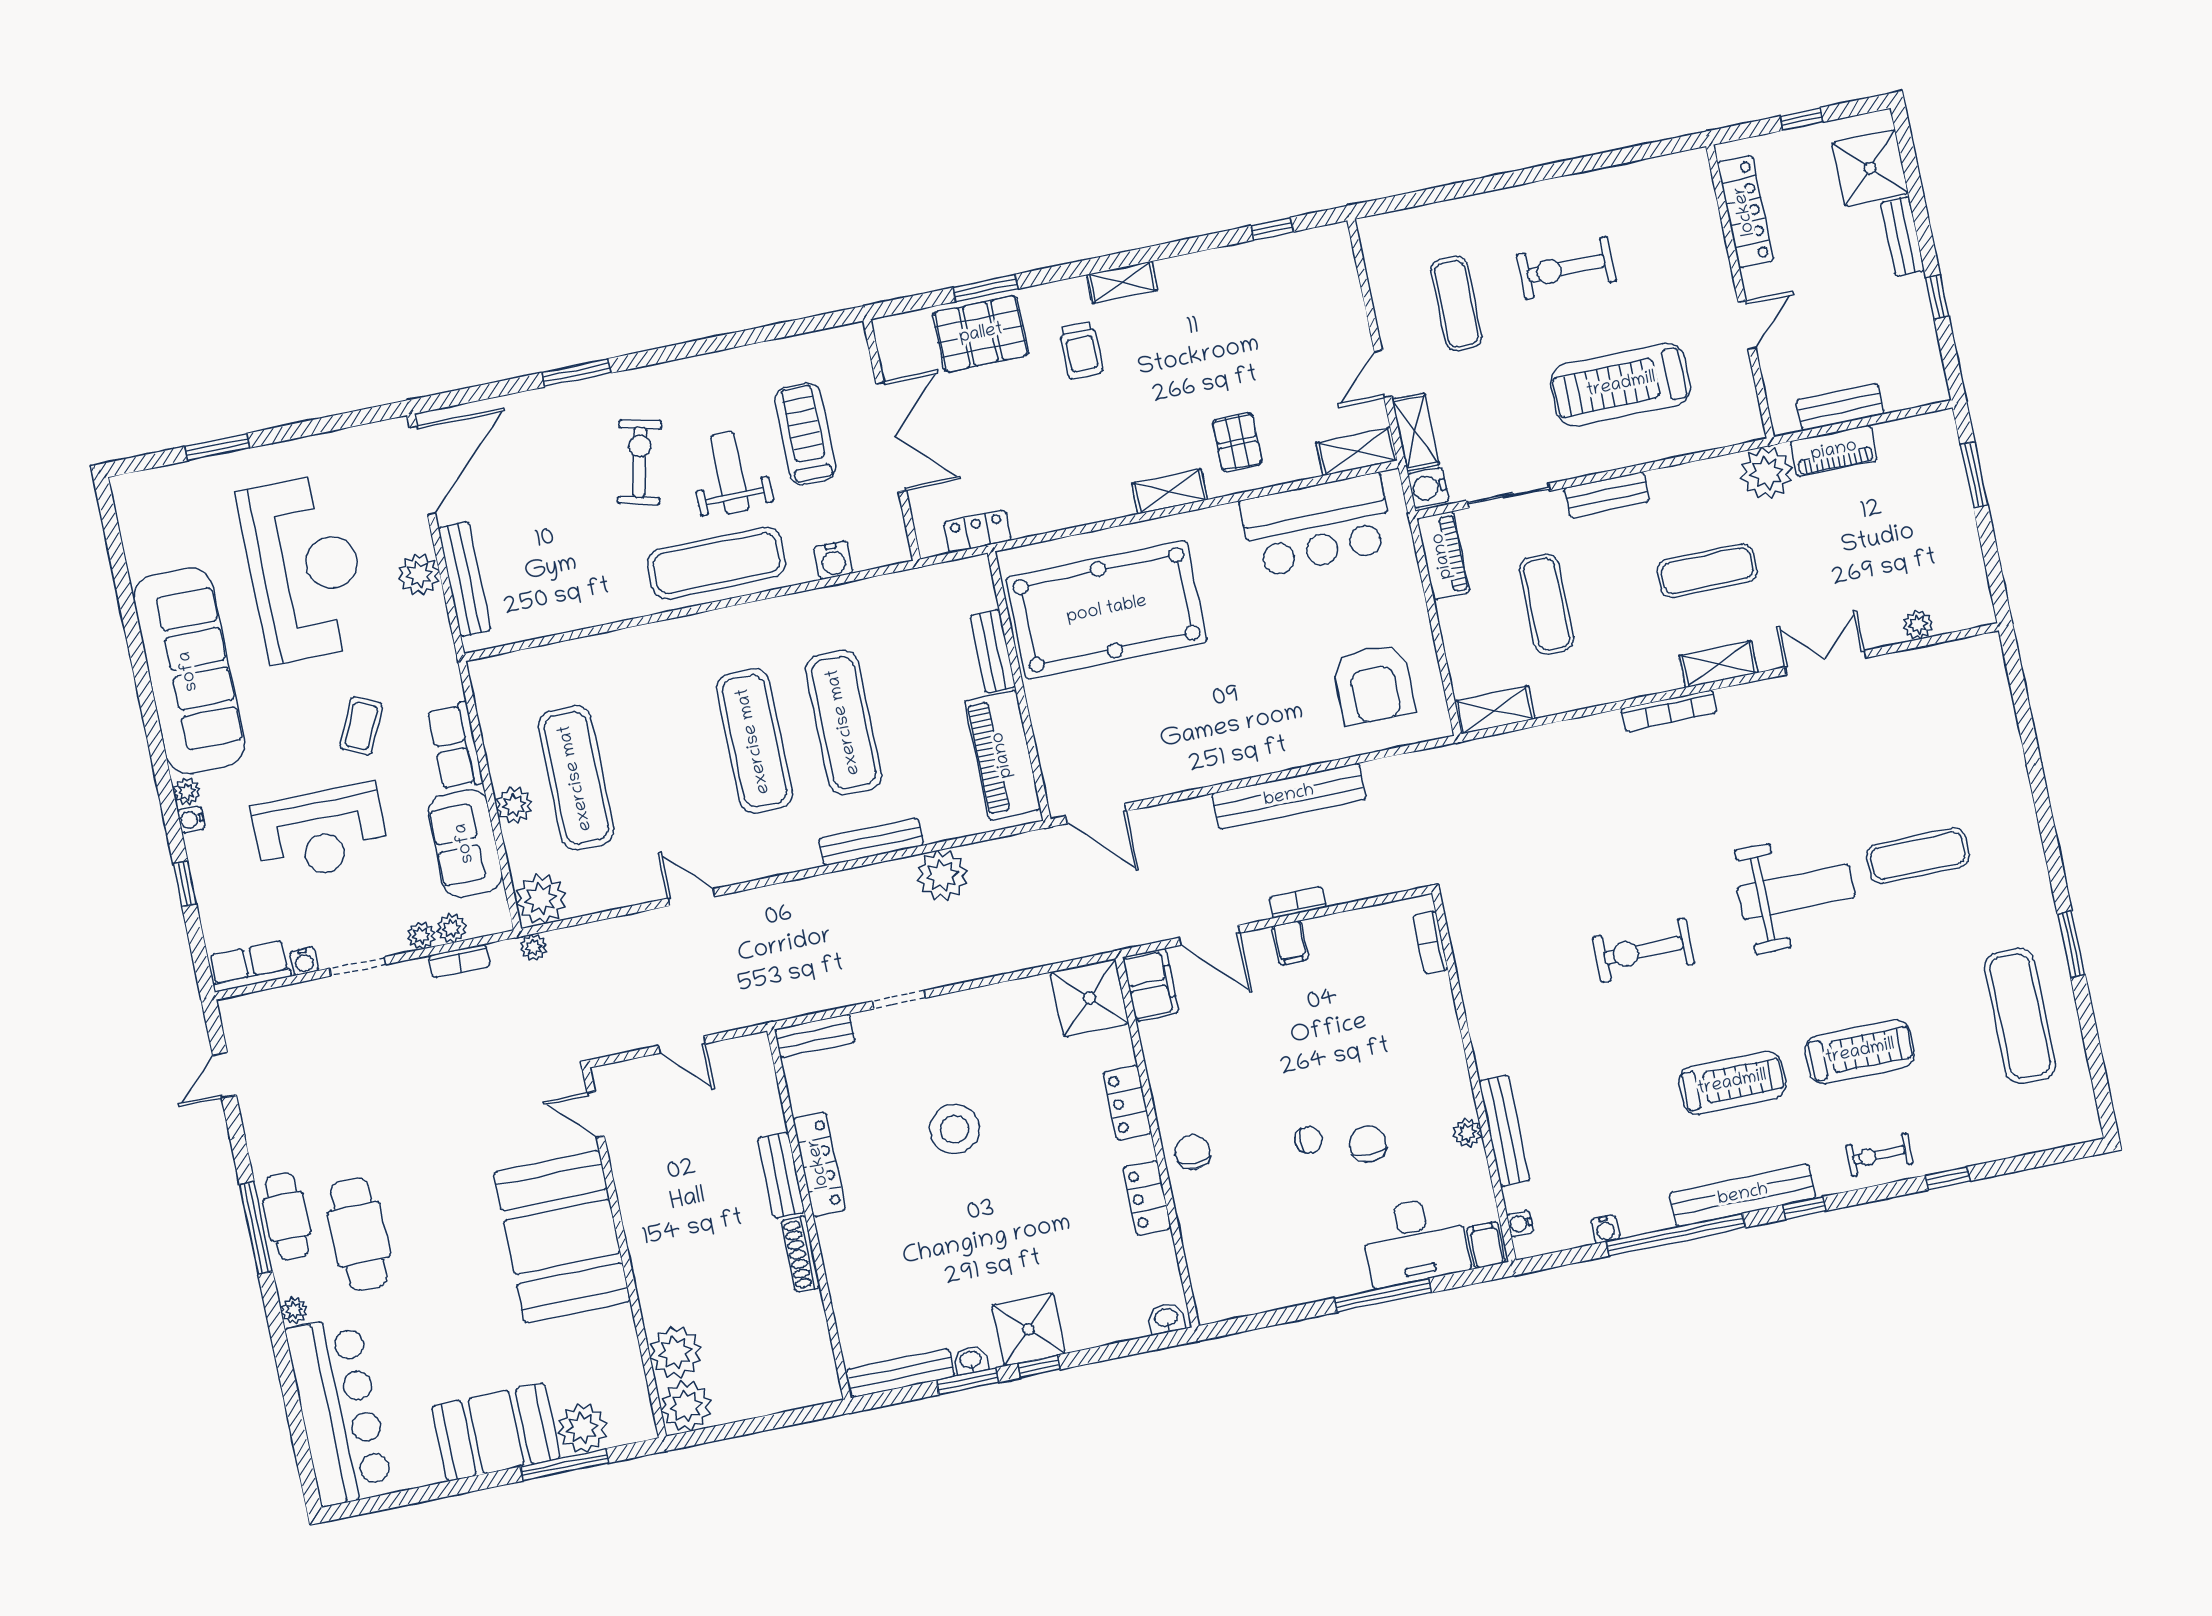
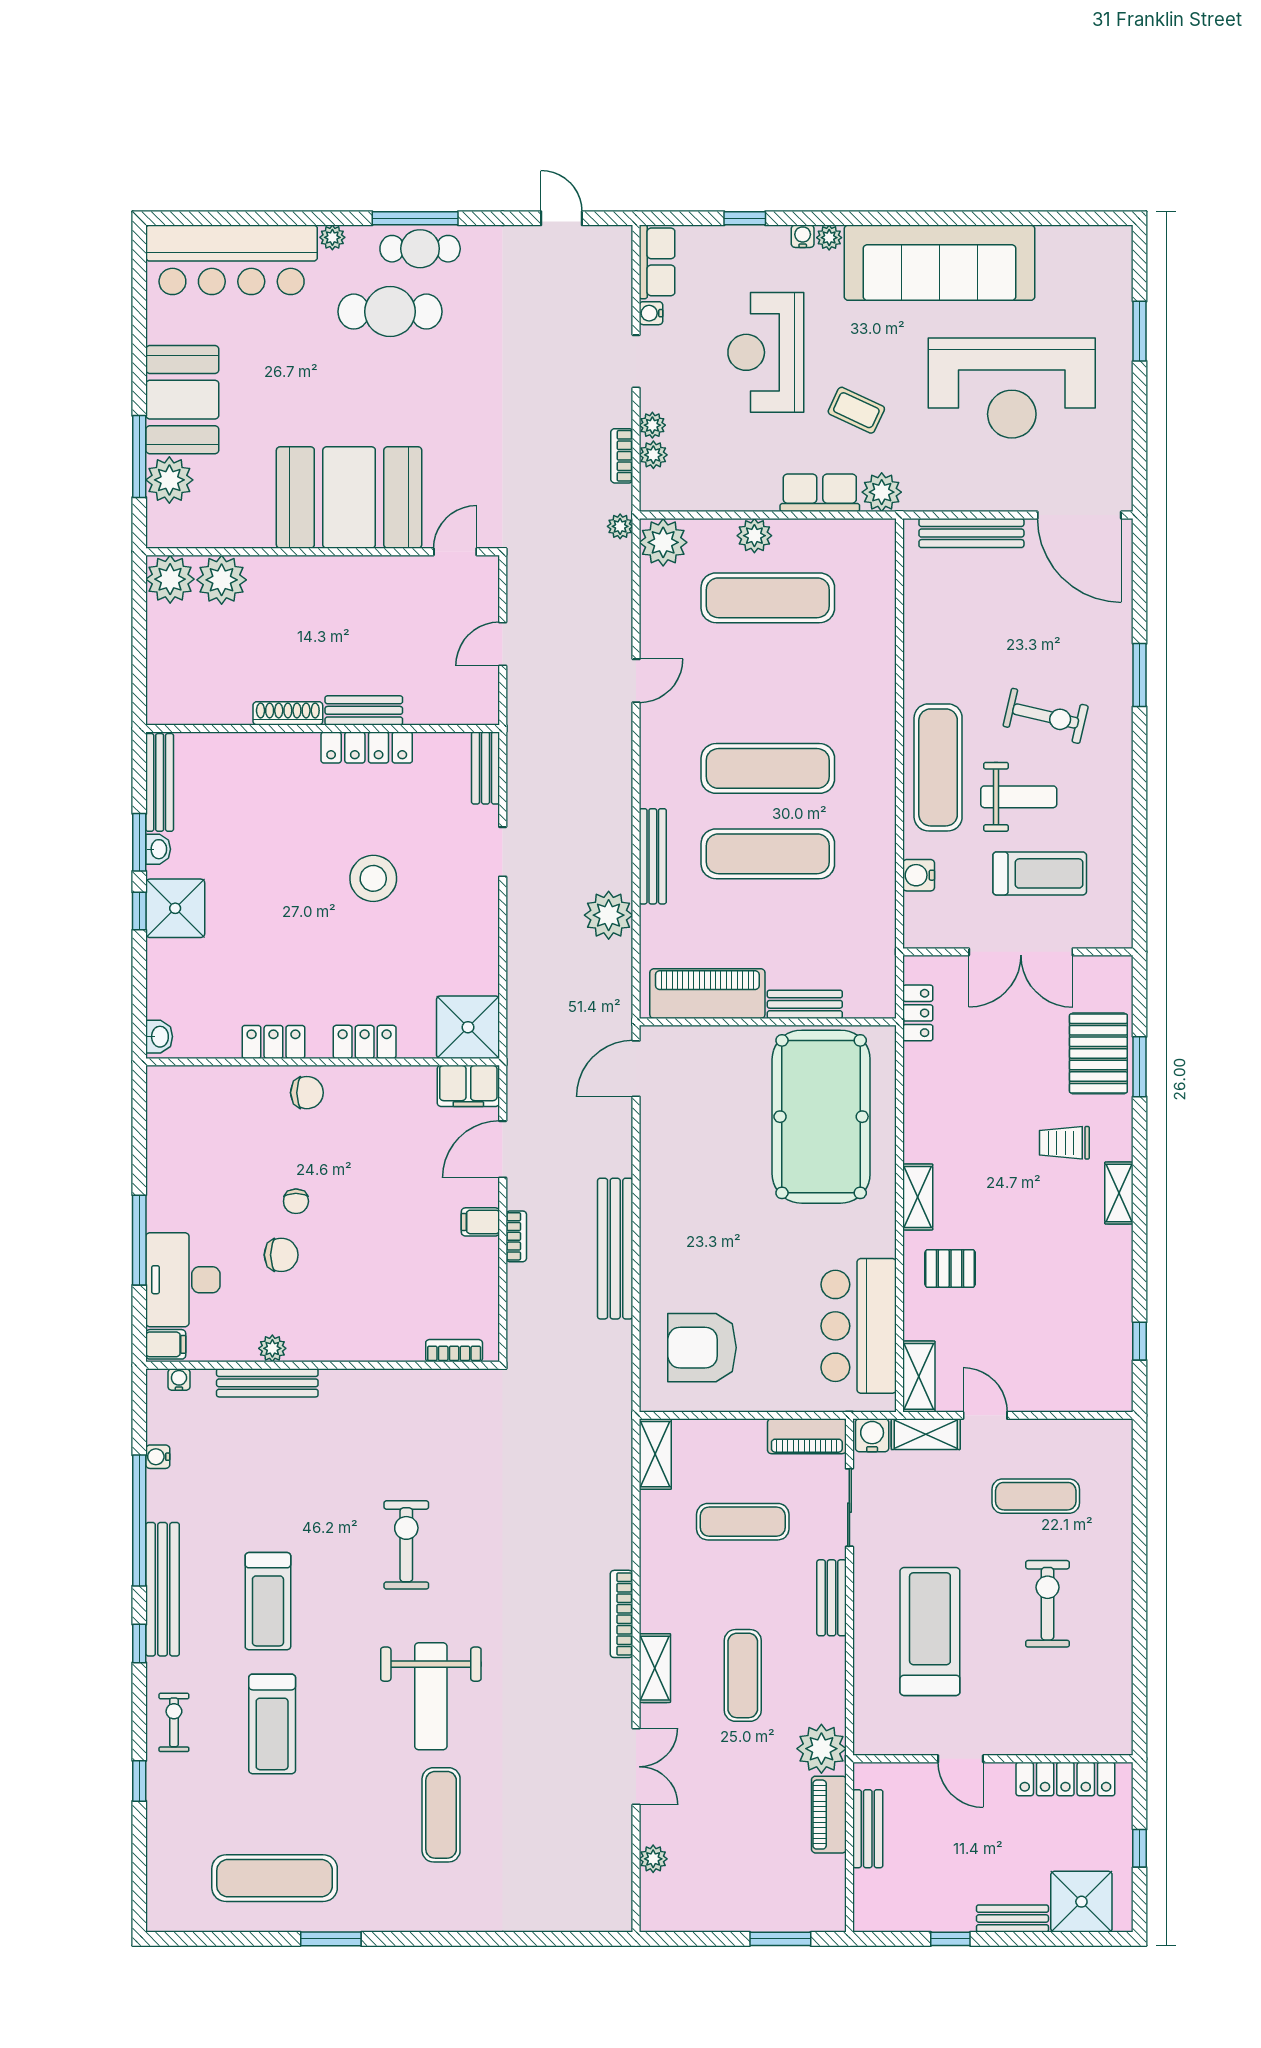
plant: (419, 575) -> (882, 492), moved
sofa: (465, 843) -> (729, 483), removed

